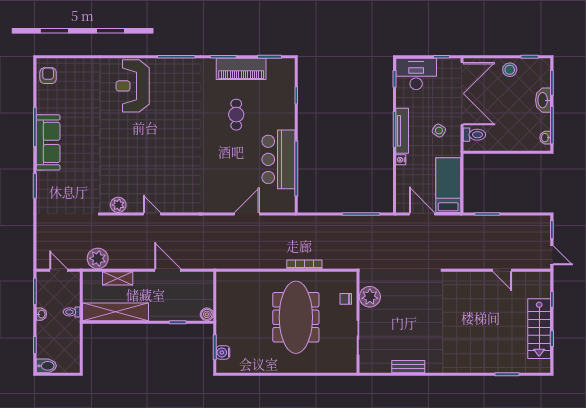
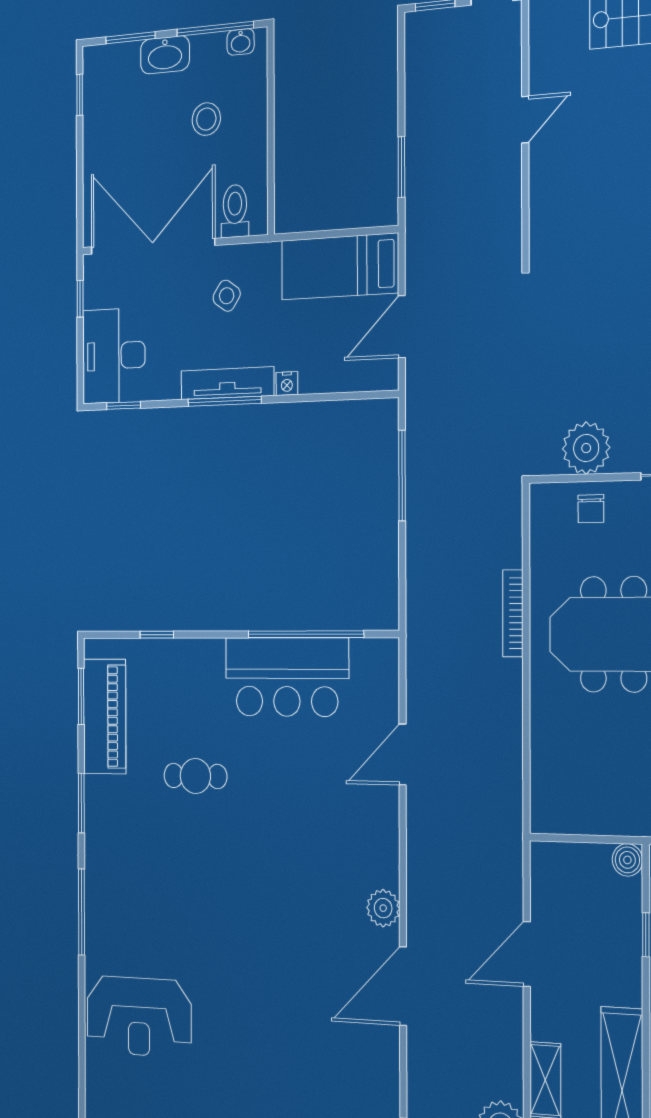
piano: (241, 69) -> (105, 716), moved
stool: (510, 70) -> (206, 119), moved
plant: (118, 205) -> (383, 908), moved
door: (152, 214) -> (403, 986), width x1.88
door: (247, 214) -> (403, 754), hinge flipped

